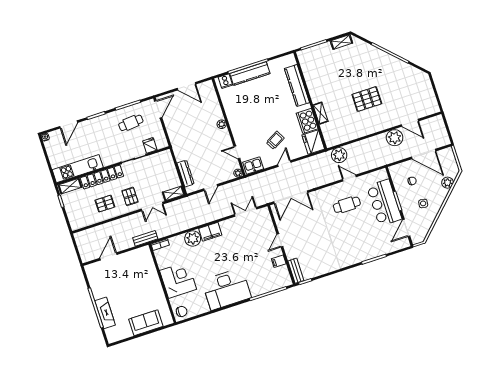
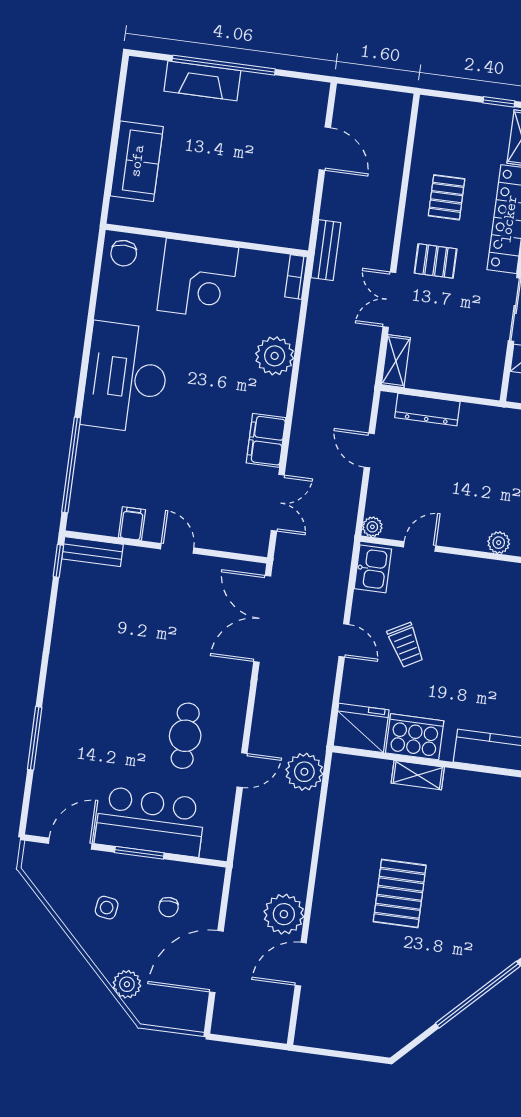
door: (406, 228) -> (70, 844), hinge flipped
filing cabinet: (210, 232) -> (266, 440), moved

